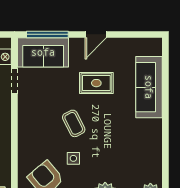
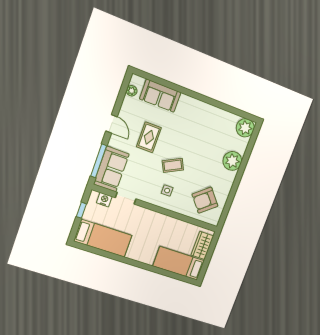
plant: (142, 44) -> (132, 91), added
sofa: (149, 87) -> (160, 96), width x0.73
side table: (73, 158) -> (167, 191), moved

